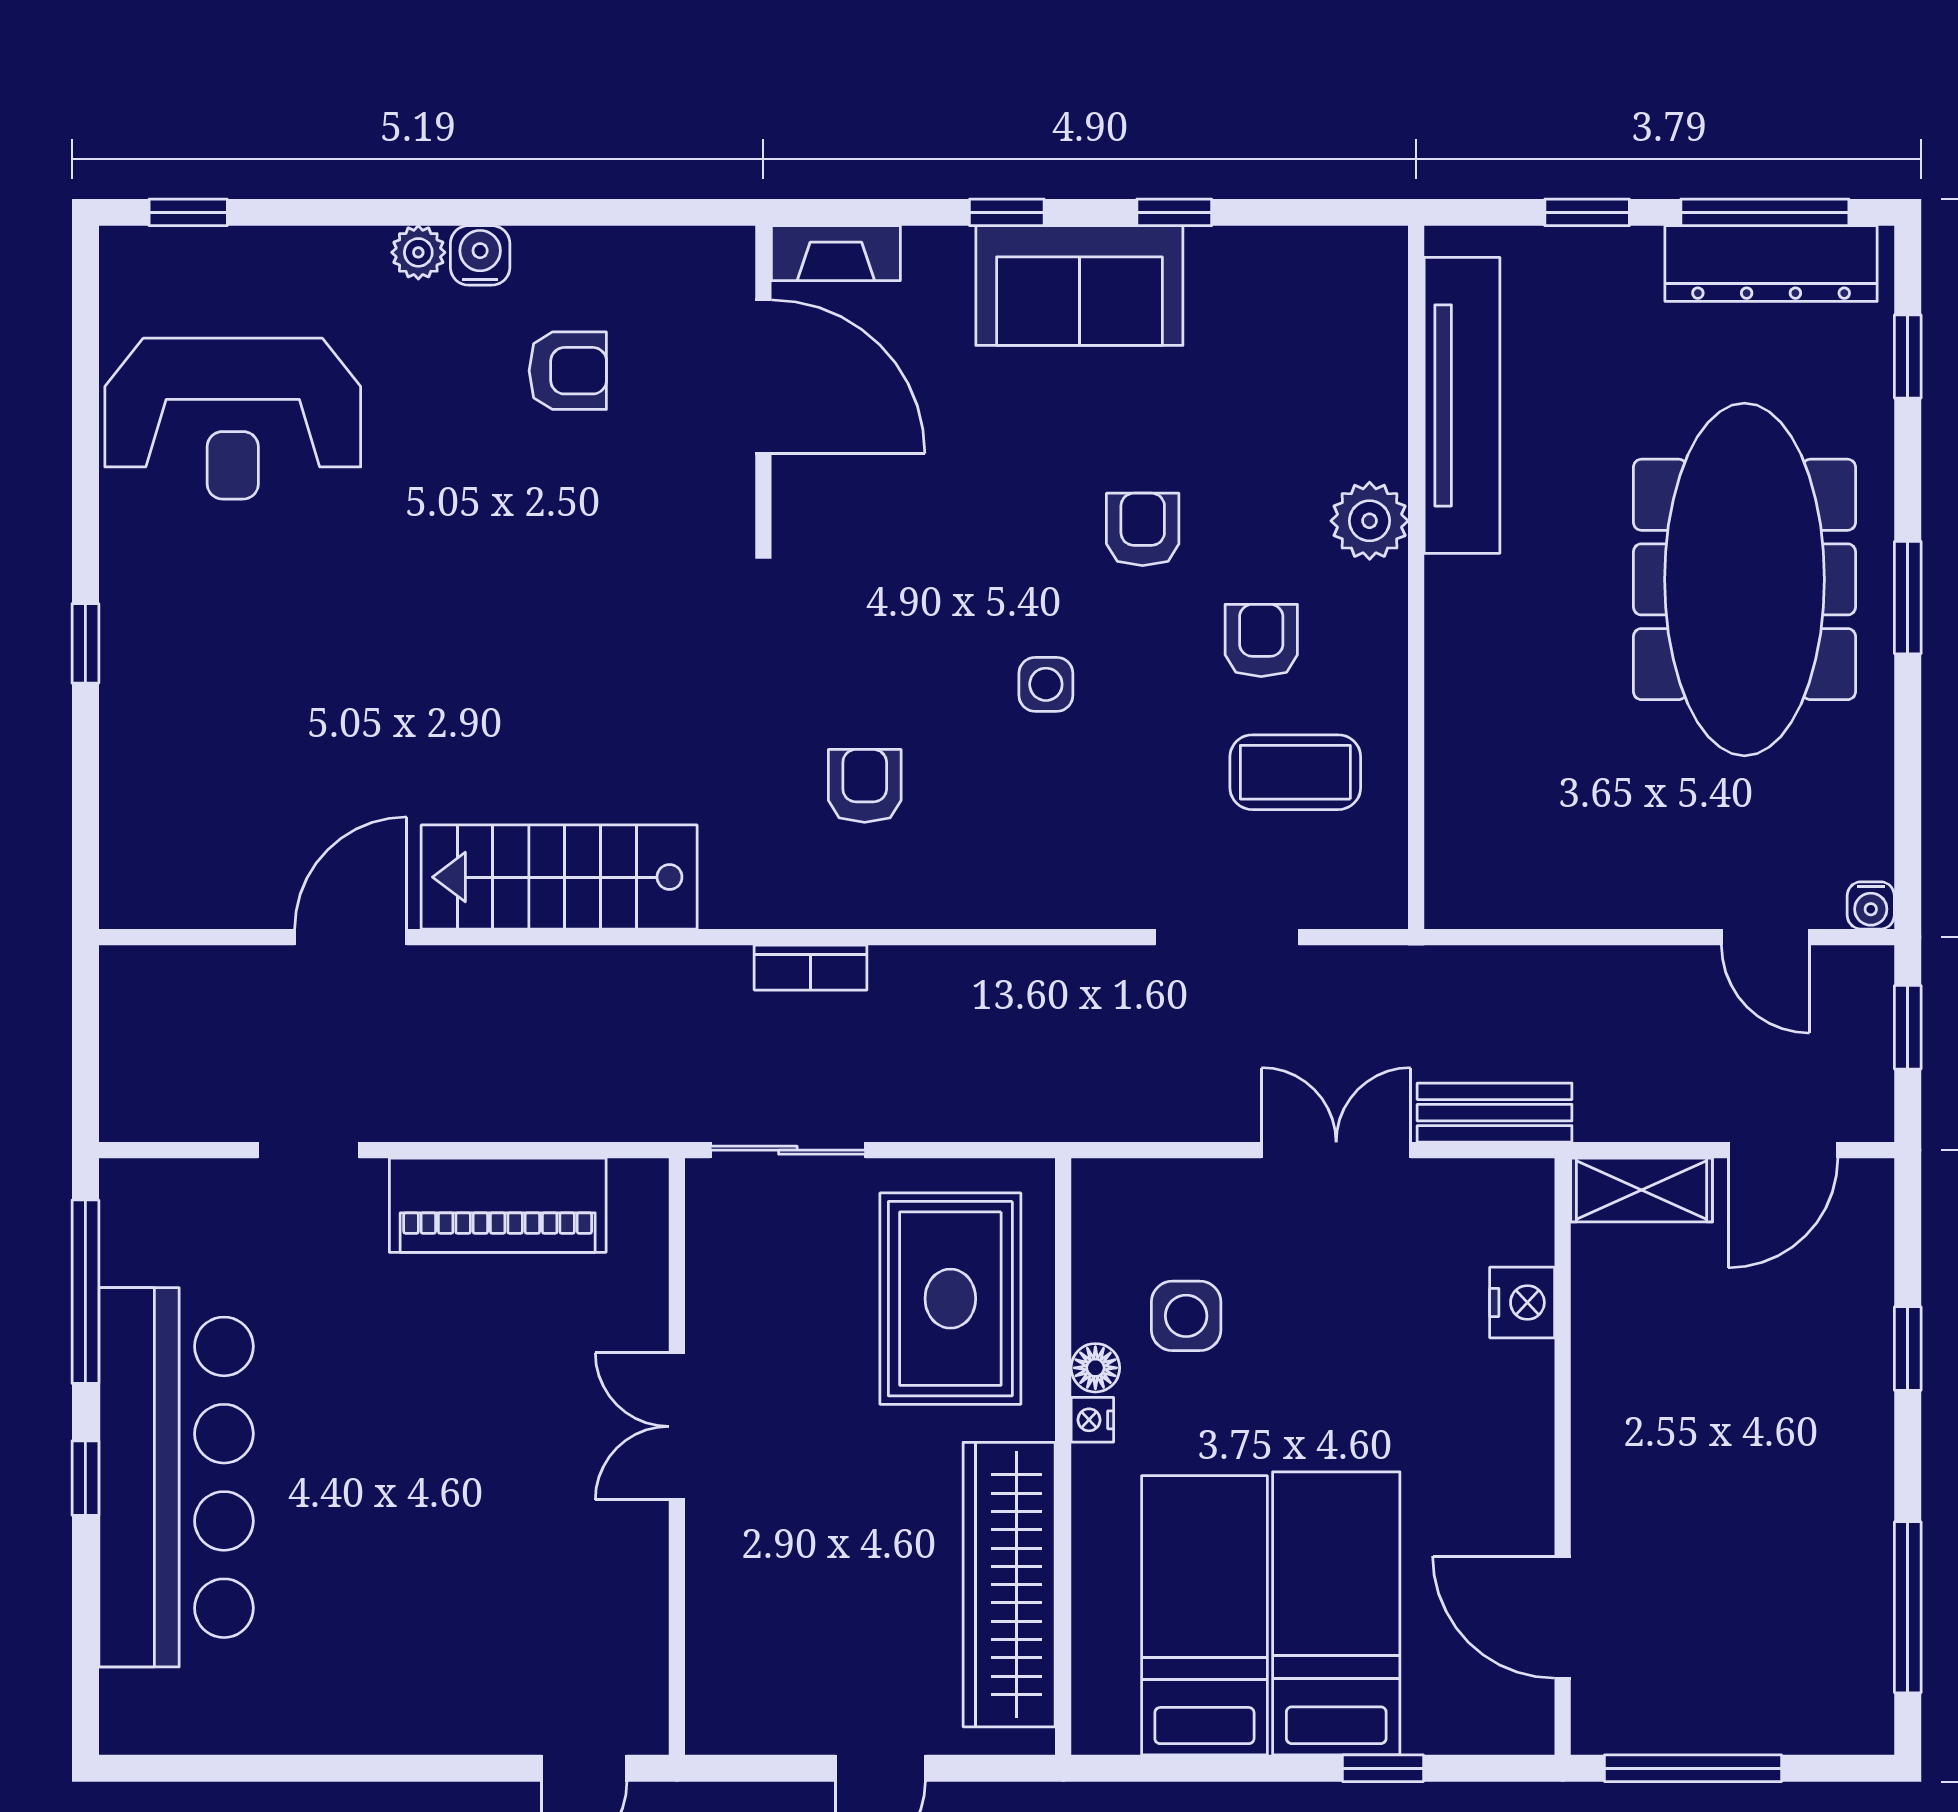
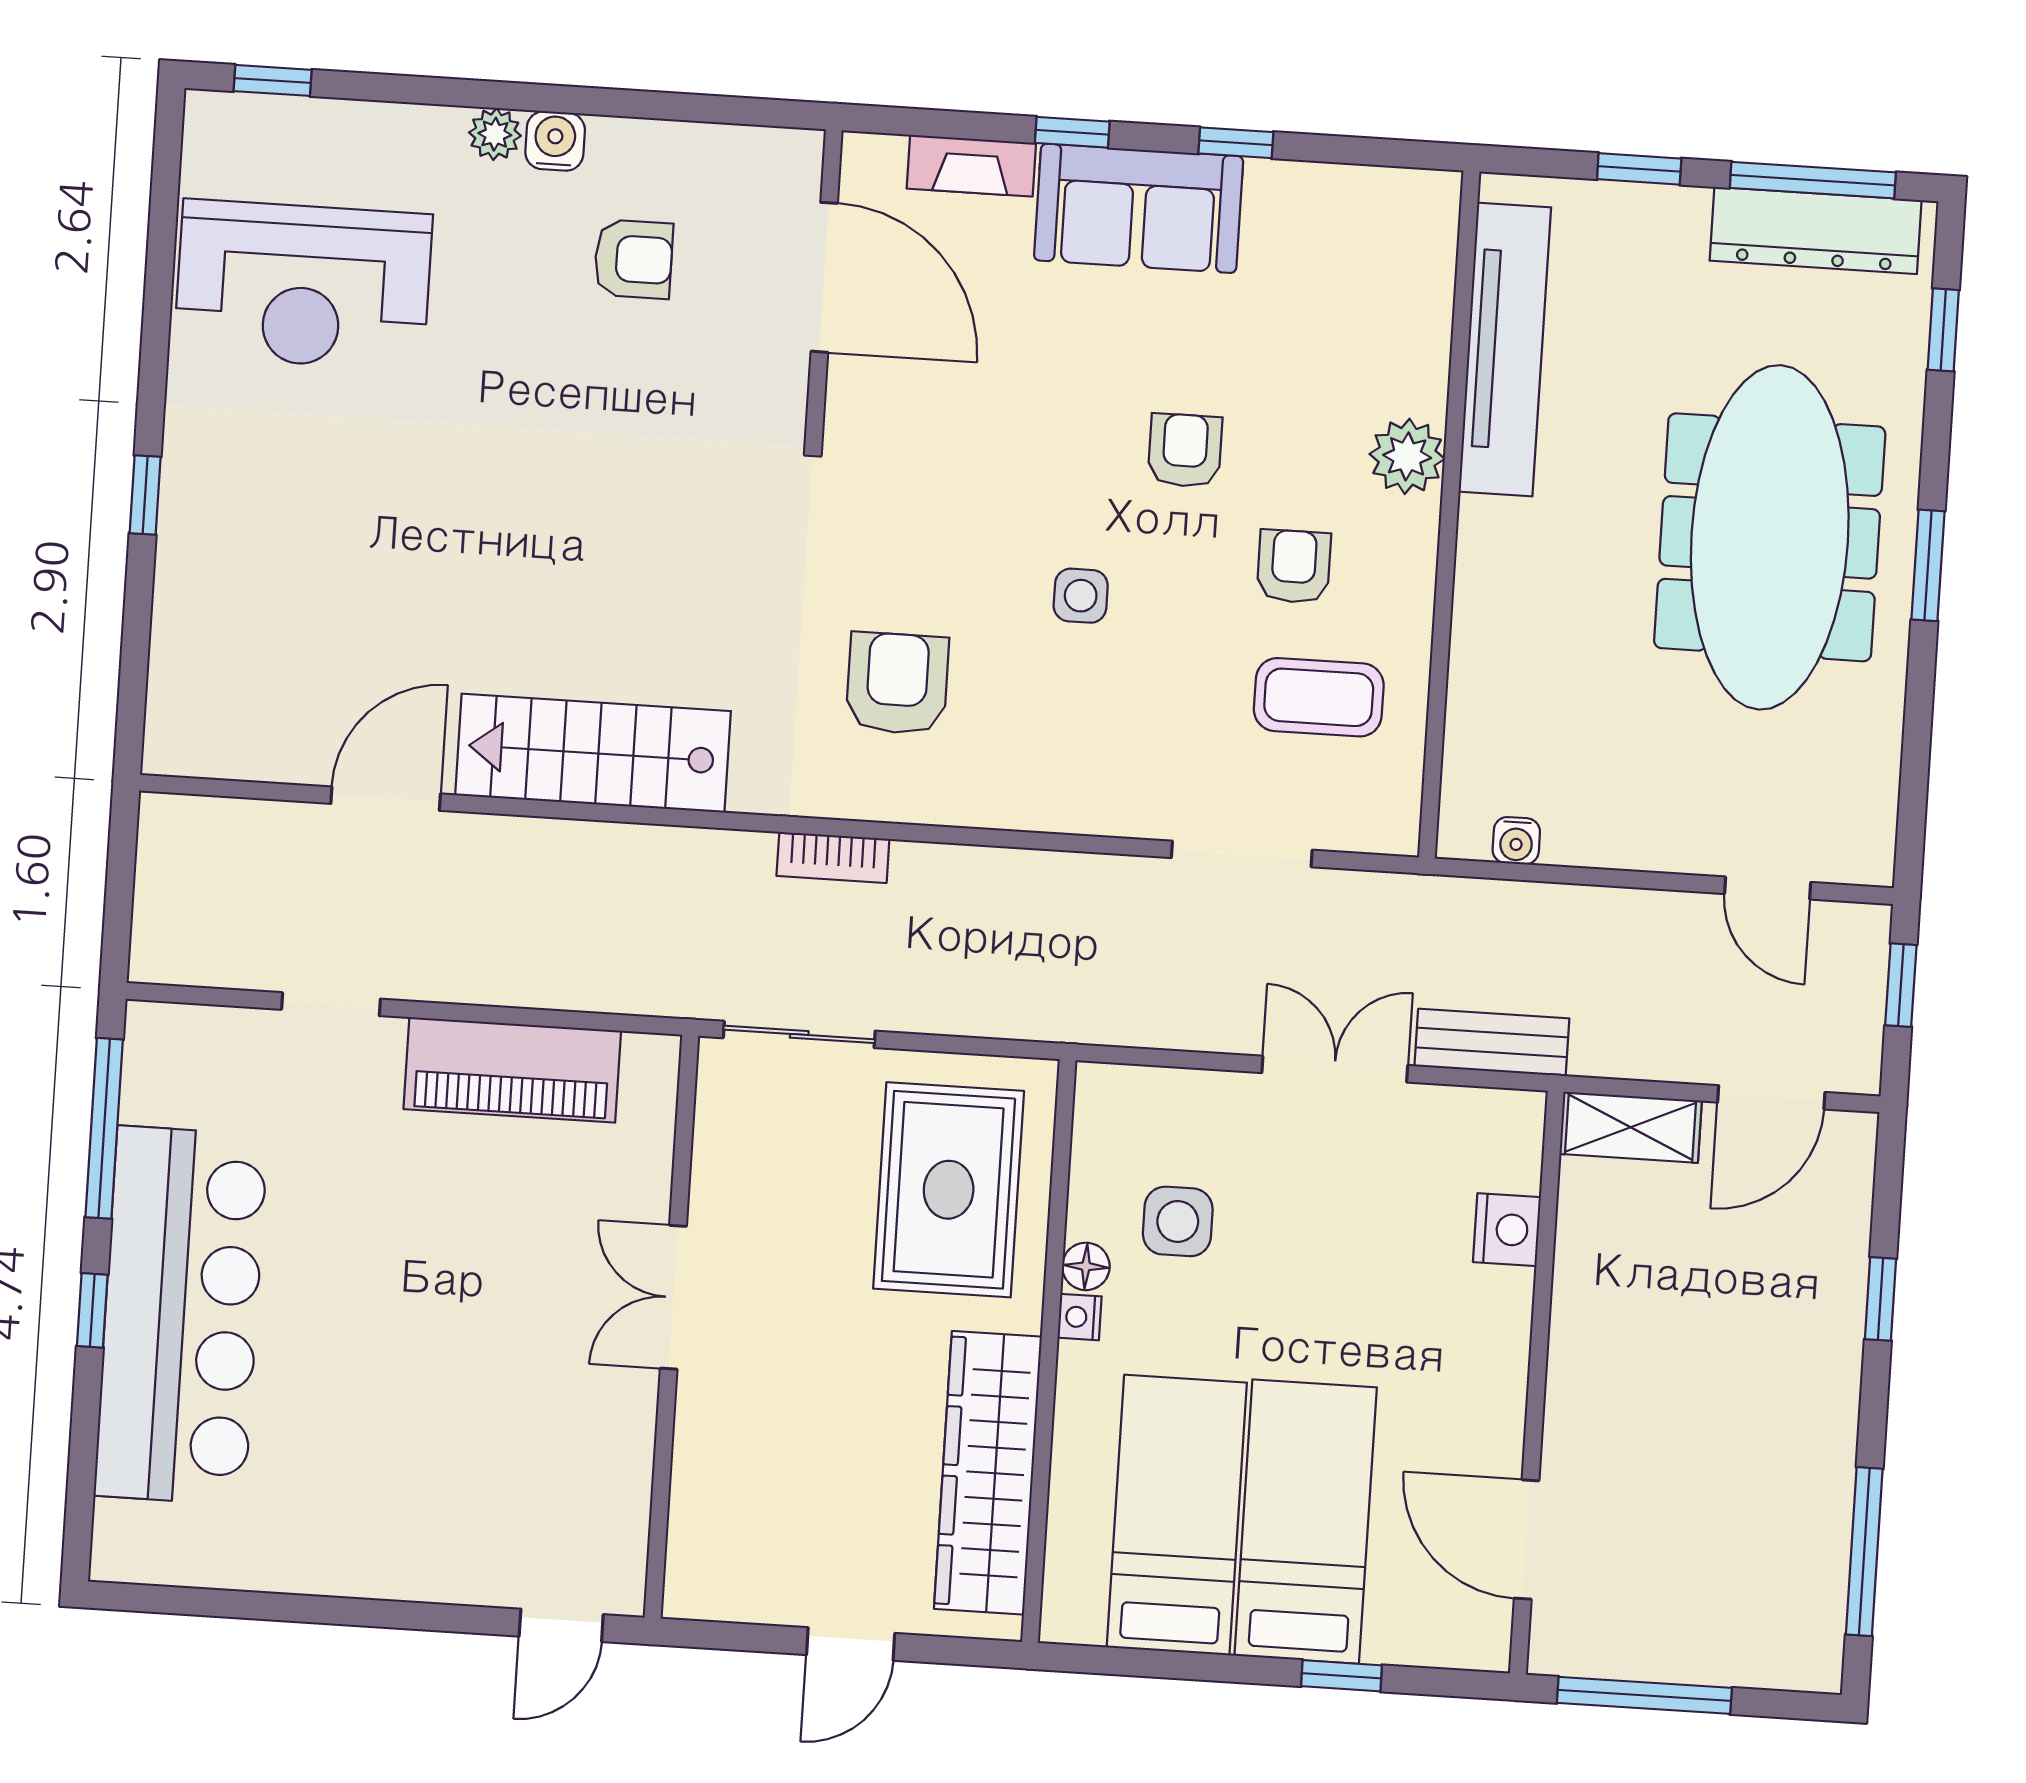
fireplace: (836, 253) -> (971, 166), moved
armchair: (865, 786) -> (897, 683), width x1.38, depth x1.38
water cooler: (1871, 905) -> (1516, 841), moved

